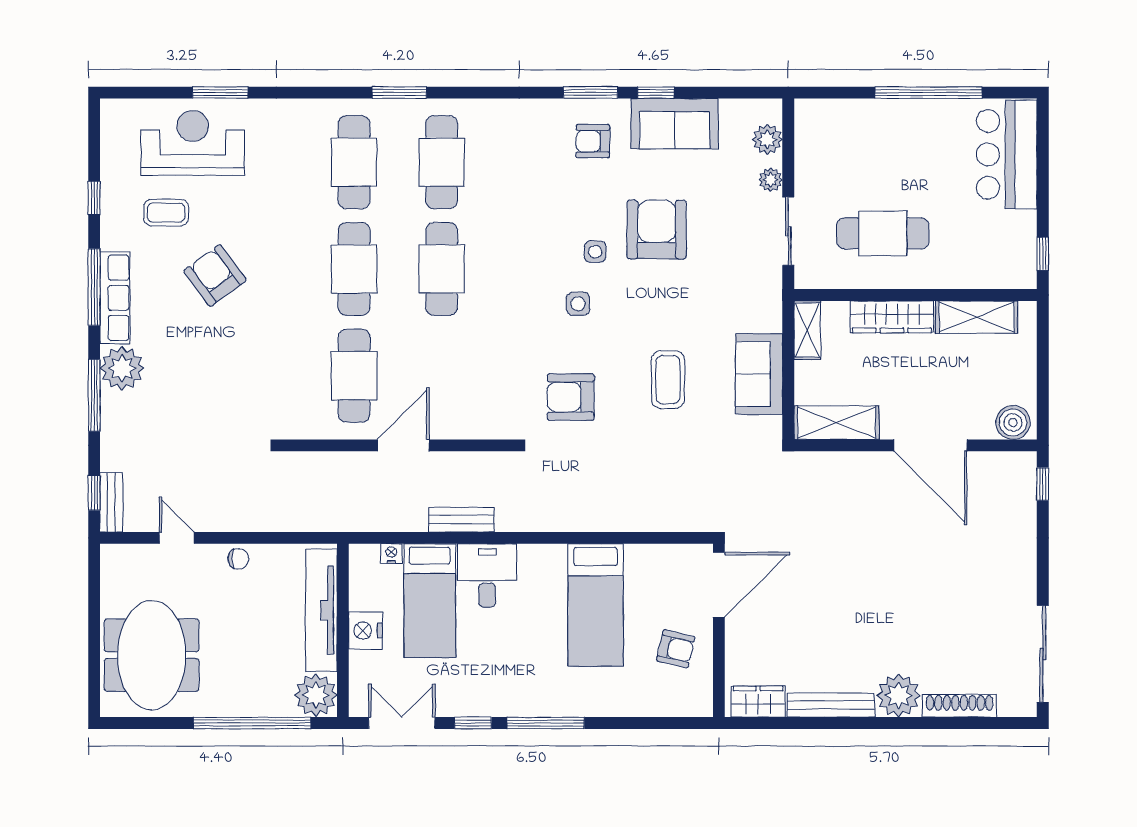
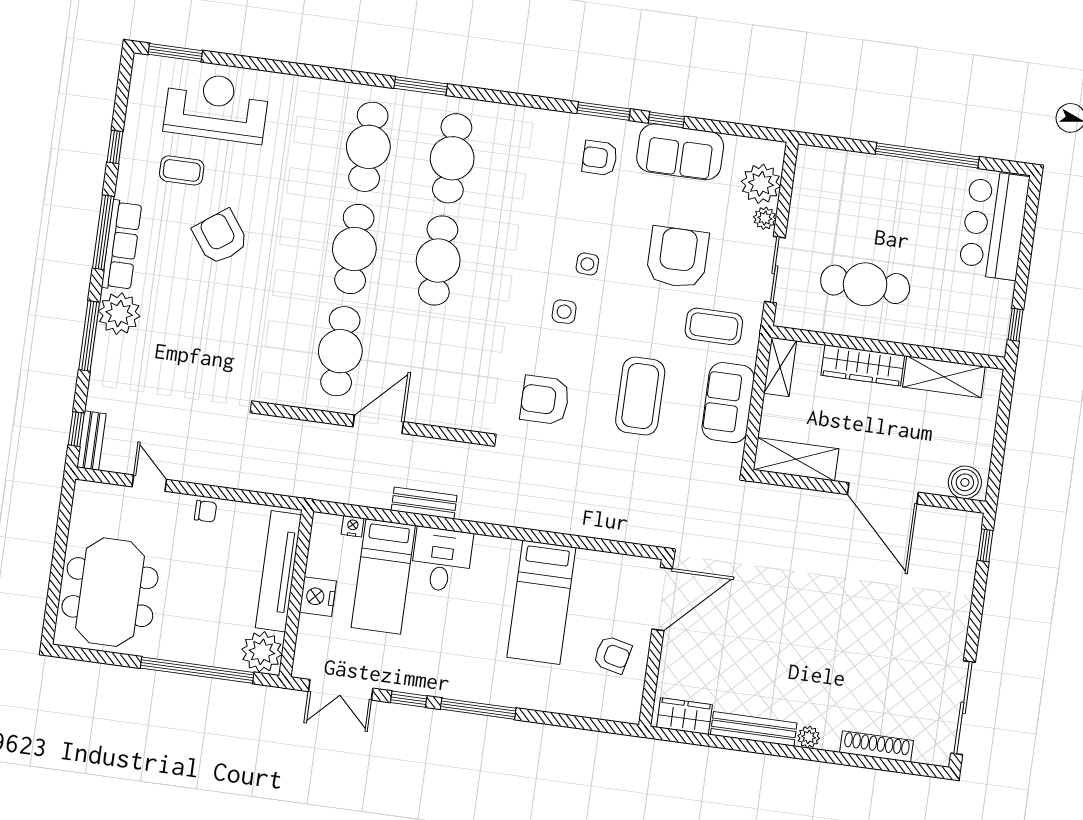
window: (220, 93) -> (175, 52), moved
plant: (767, 139) -> (761, 184), width x1.36, depth x1.36
armchair: (657, 229) -> (678, 257), moved
coffee table: (734, 298) -> (714, 326), added
coffee table: (668, 380) -> (640, 396), width x1.36, depth x1.32
plant: (899, 696) -> (809, 737), width x0.53, depth x0.53
double door: (402, 723) -> (341, 690), swing flipped

